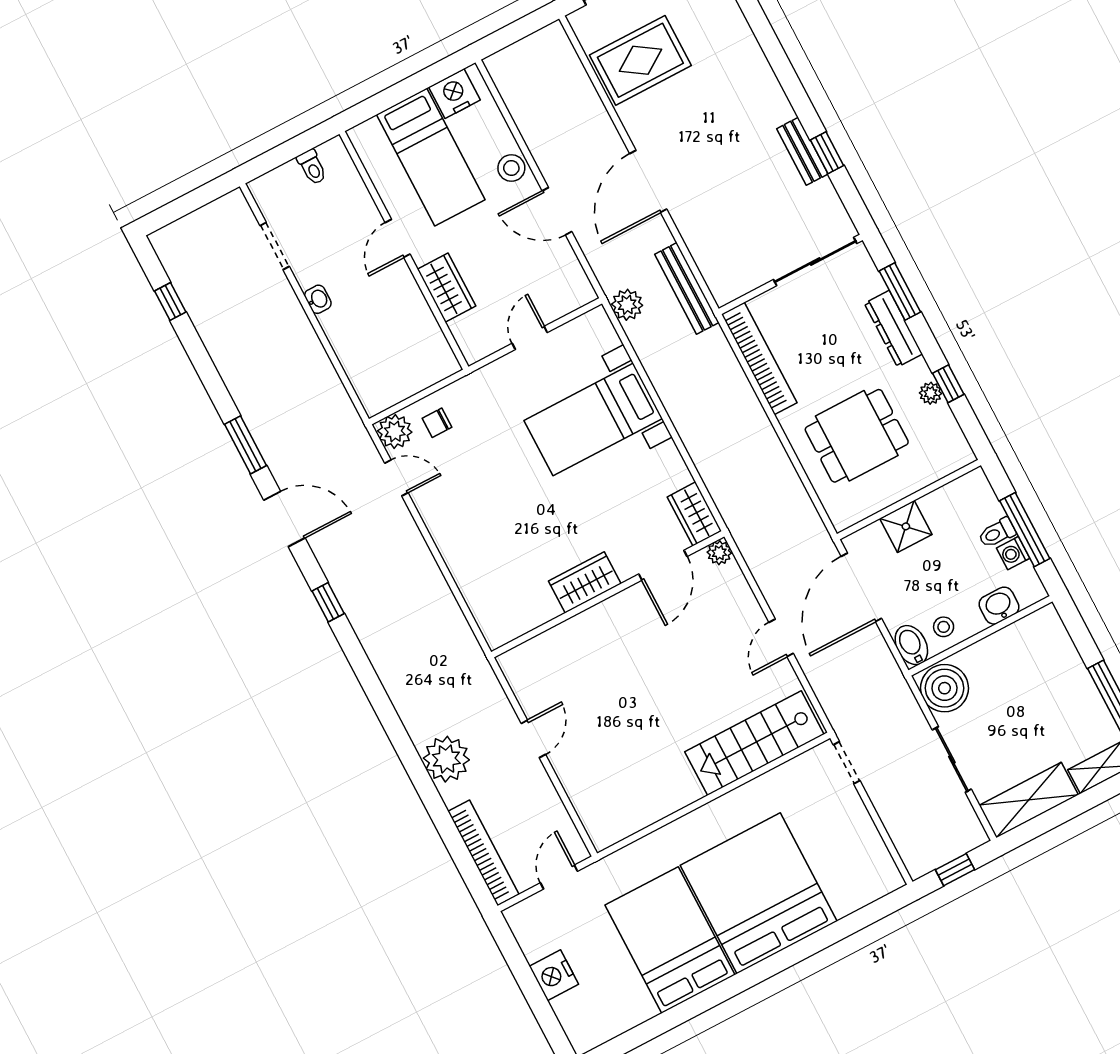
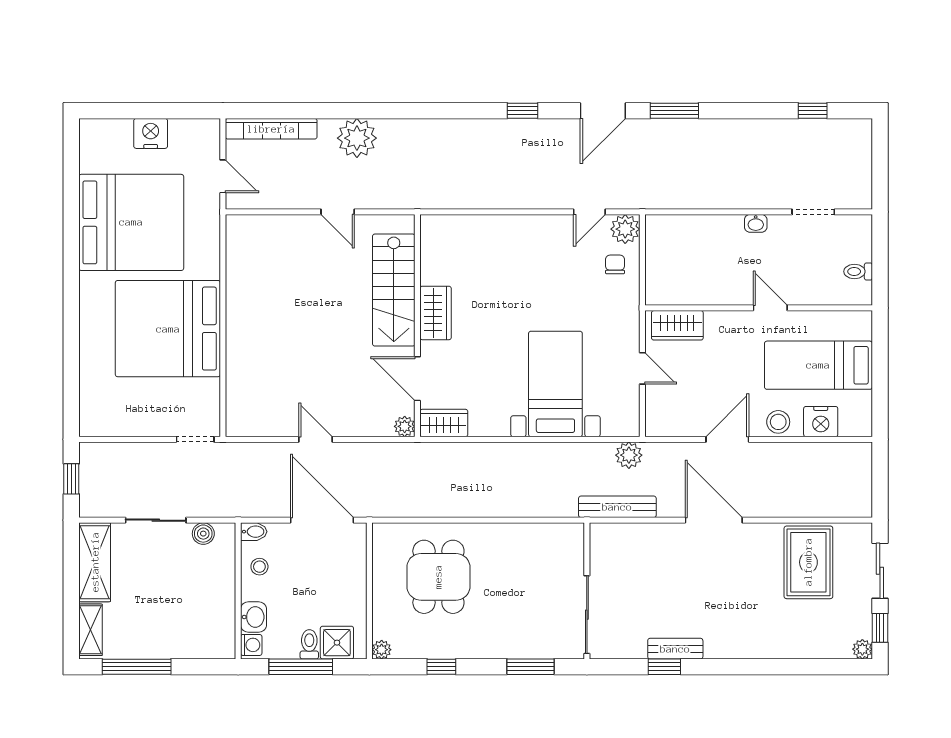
nightstand: (455, 94) -> (821, 422), moved, turned 90
wardrobe: (446, 288) -> (677, 325), moved
dresser: (893, 329) -> (505, 647), removed
bookcase: (759, 359) -> (536, 534), removed
plant: (931, 393) -> (382, 650), moved
shower: (906, 526) -> (337, 643), moved
washing machine: (1013, 553) -> (251, 645), moved, turned 90
bidet: (911, 645) -> (254, 532), width x0.72, depth x0.74
boiler: (945, 688) -> (203, 534), width x0.54, depth x0.54
stairs: (754, 743) -> (394, 290), moved, turned 180
bed: (759, 893) -> (168, 329), moved, turned 180
bed: (670, 940) -> (131, 222), width x1.36

